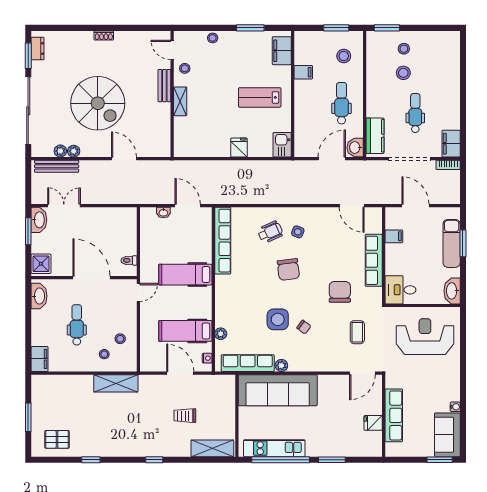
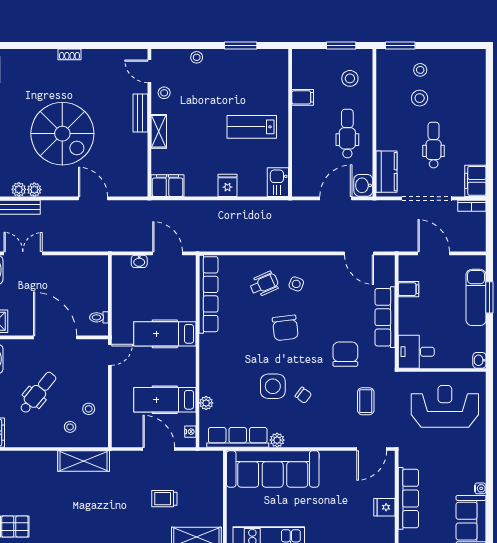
filing cabinet: (282, 51) -> (168, 186), moved, turned 90
washbasin: (452, 291) -> (479, 360), width x0.52, depth x0.69
dental chair: (77, 325) -> (38, 393), turned 39

